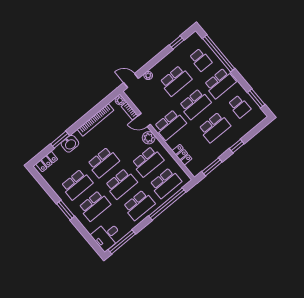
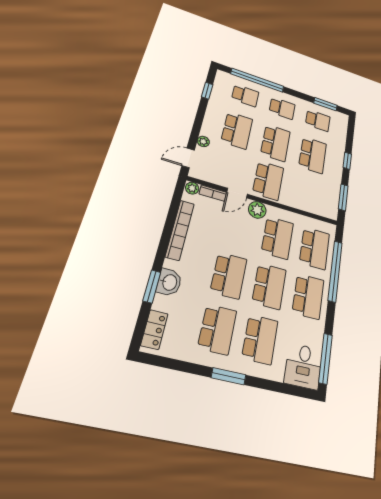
school desk: (220, 83) -> (282, 108), width x0.54
locker: (182, 155) -> (306, 205), removed

